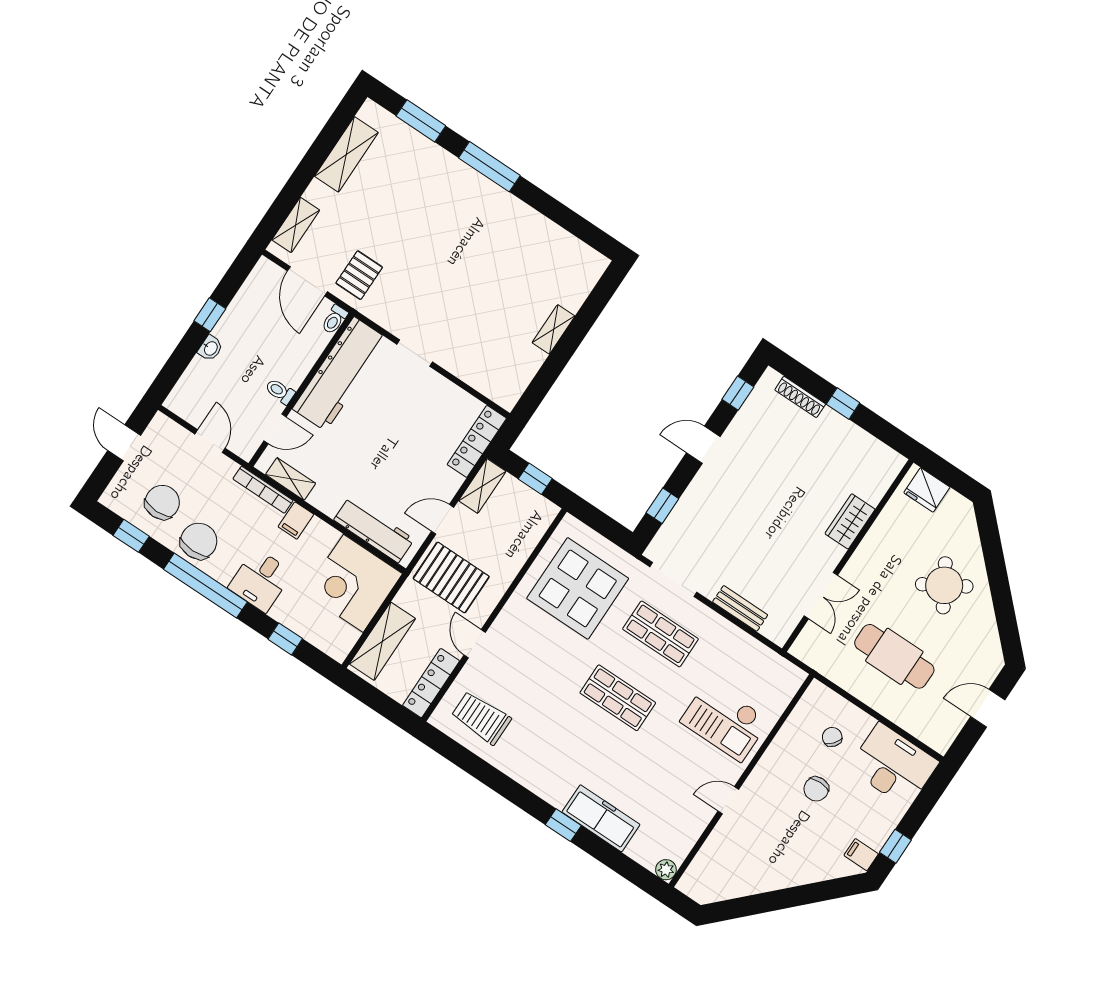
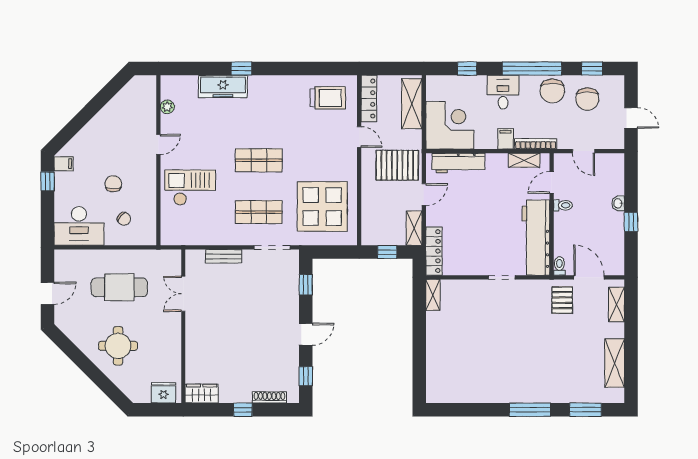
shelving: (554, 329) -> (433, 295), moved
wardrobe: (850, 521) -> (202, 394), moved, turned -90
round table: (944, 585) -> (118, 346), turned 31
plant: (666, 870) -> (167, 107), moved

